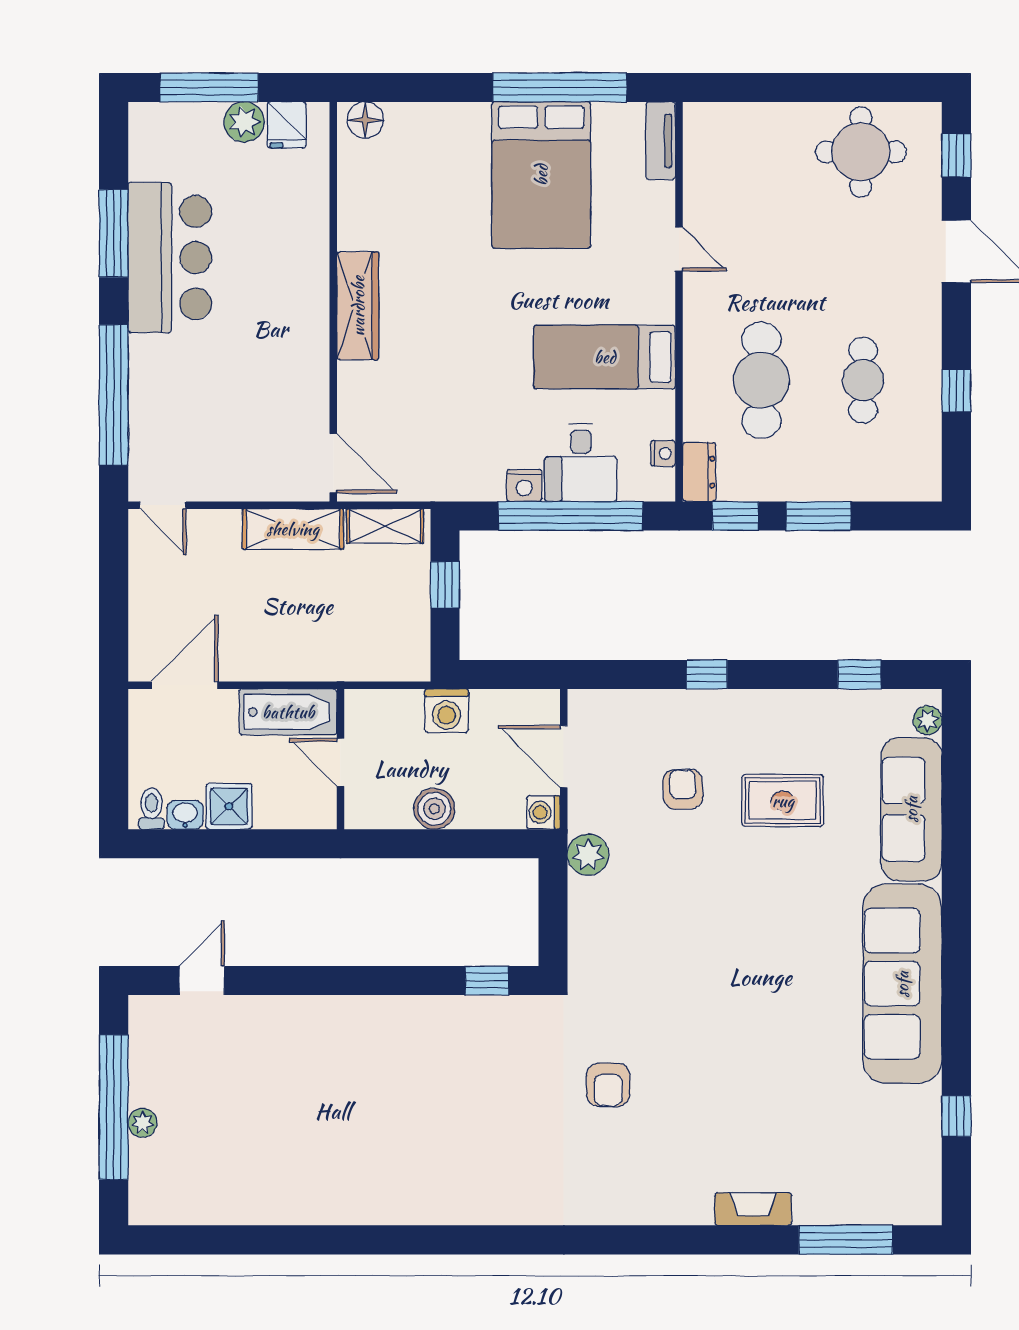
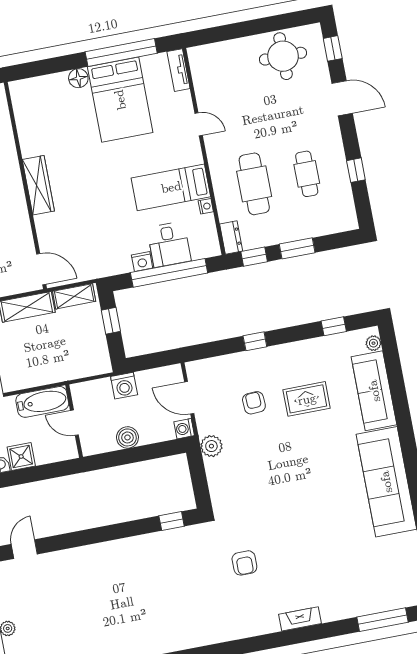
floor lamp: (365, 120) -> (78, 78), moved
nightstand: (663, 453) -> (206, 206), moved
fireplace: (753, 1209) -> (300, 619), moved

